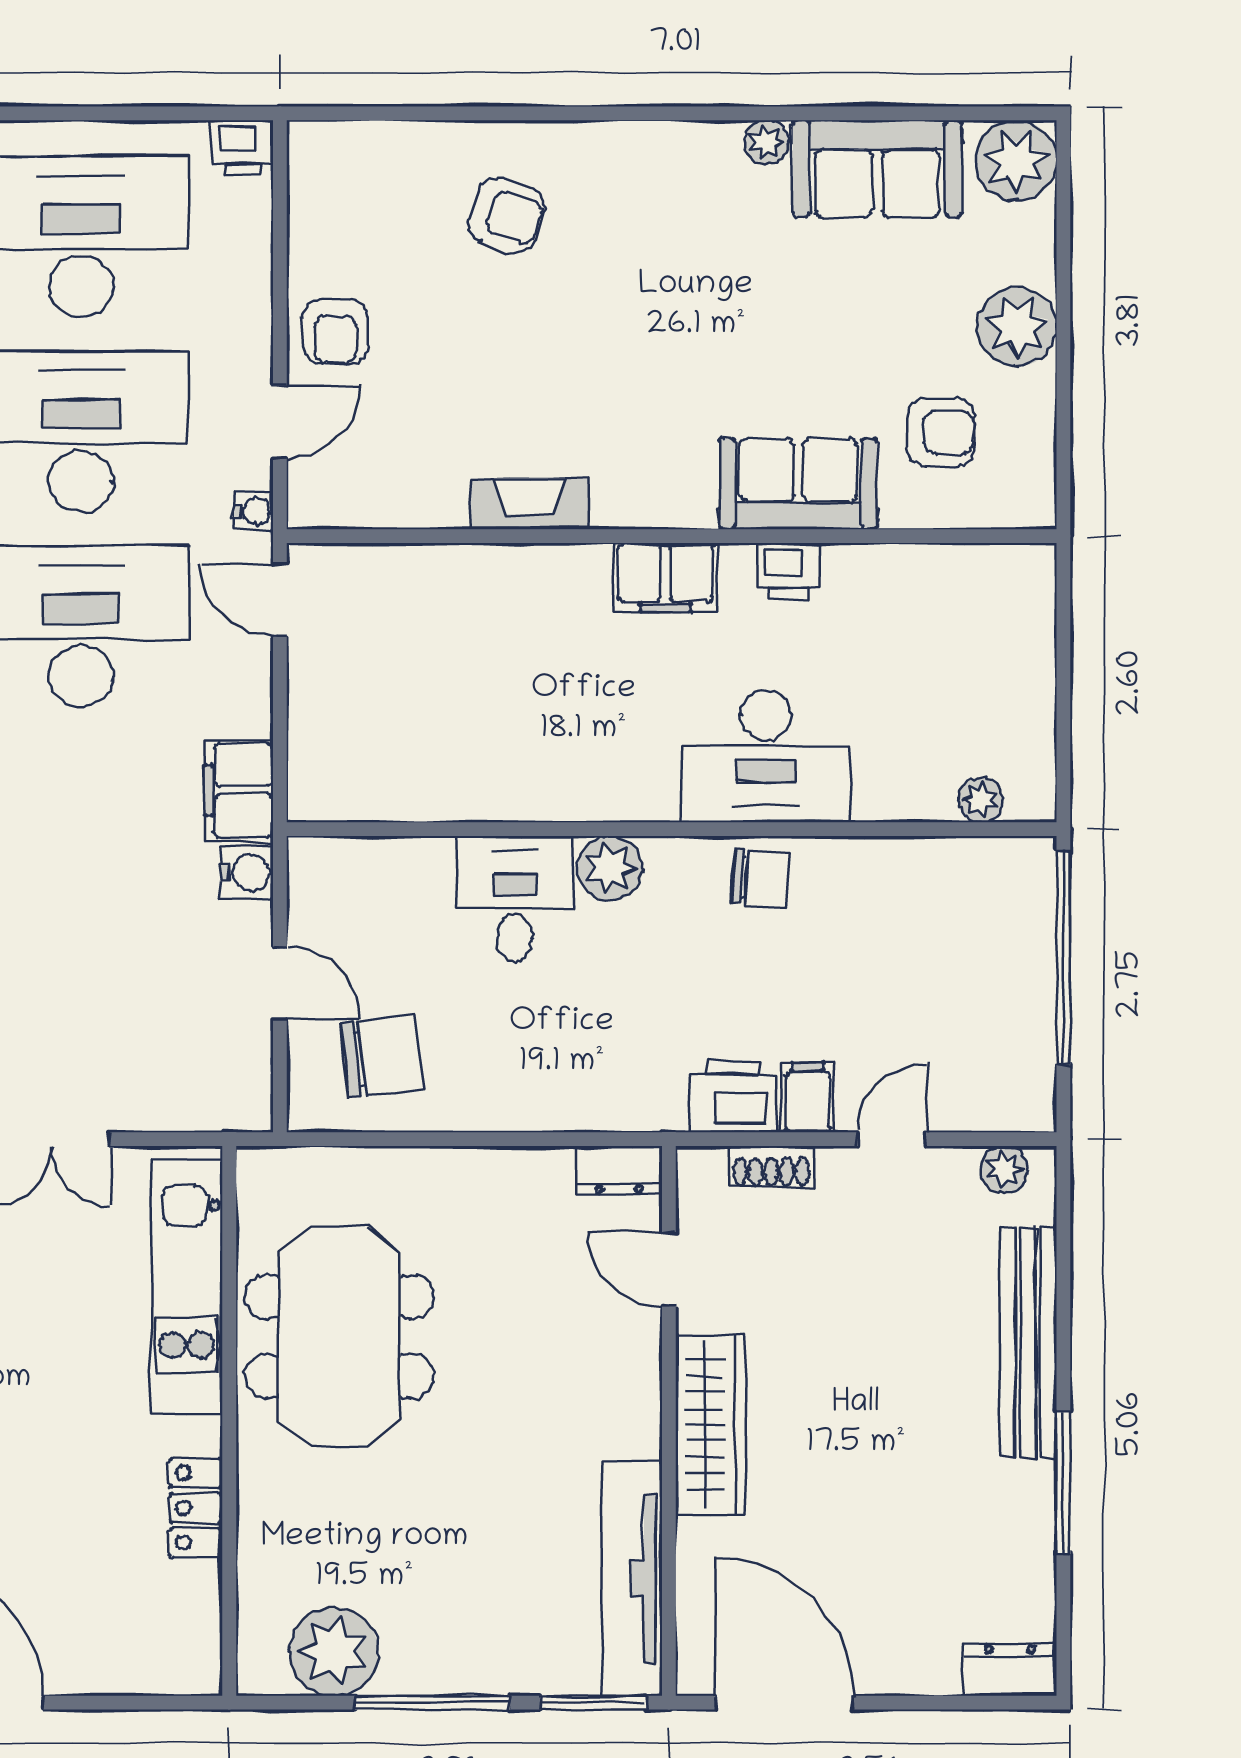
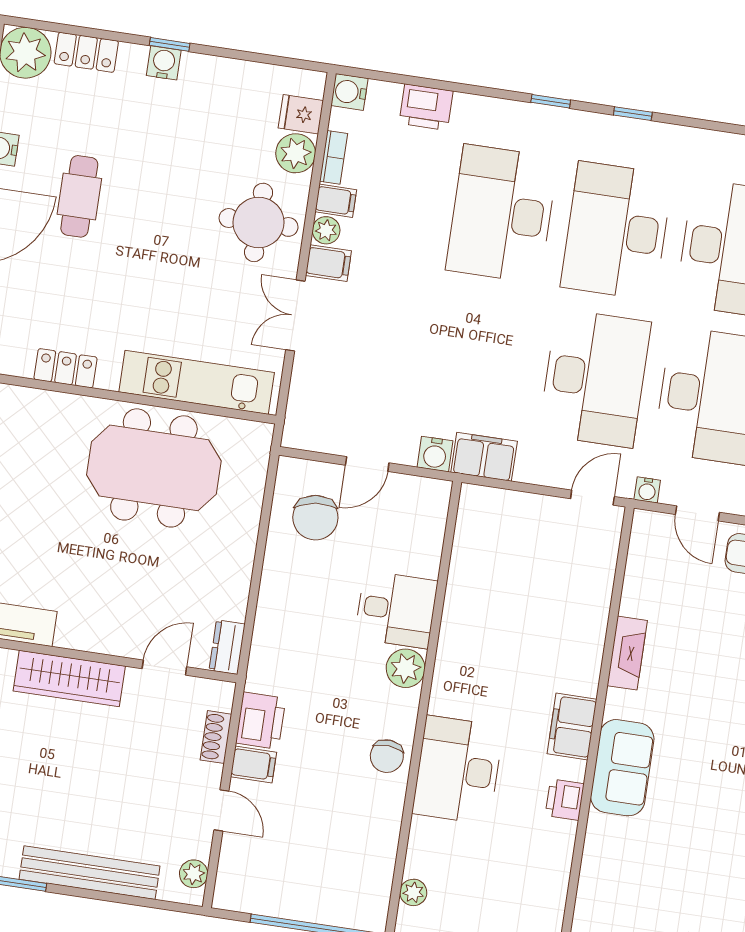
armchair: (941, 432) -> (633, 901), removed
sofa: (798, 484) -> (622, 768), moved

